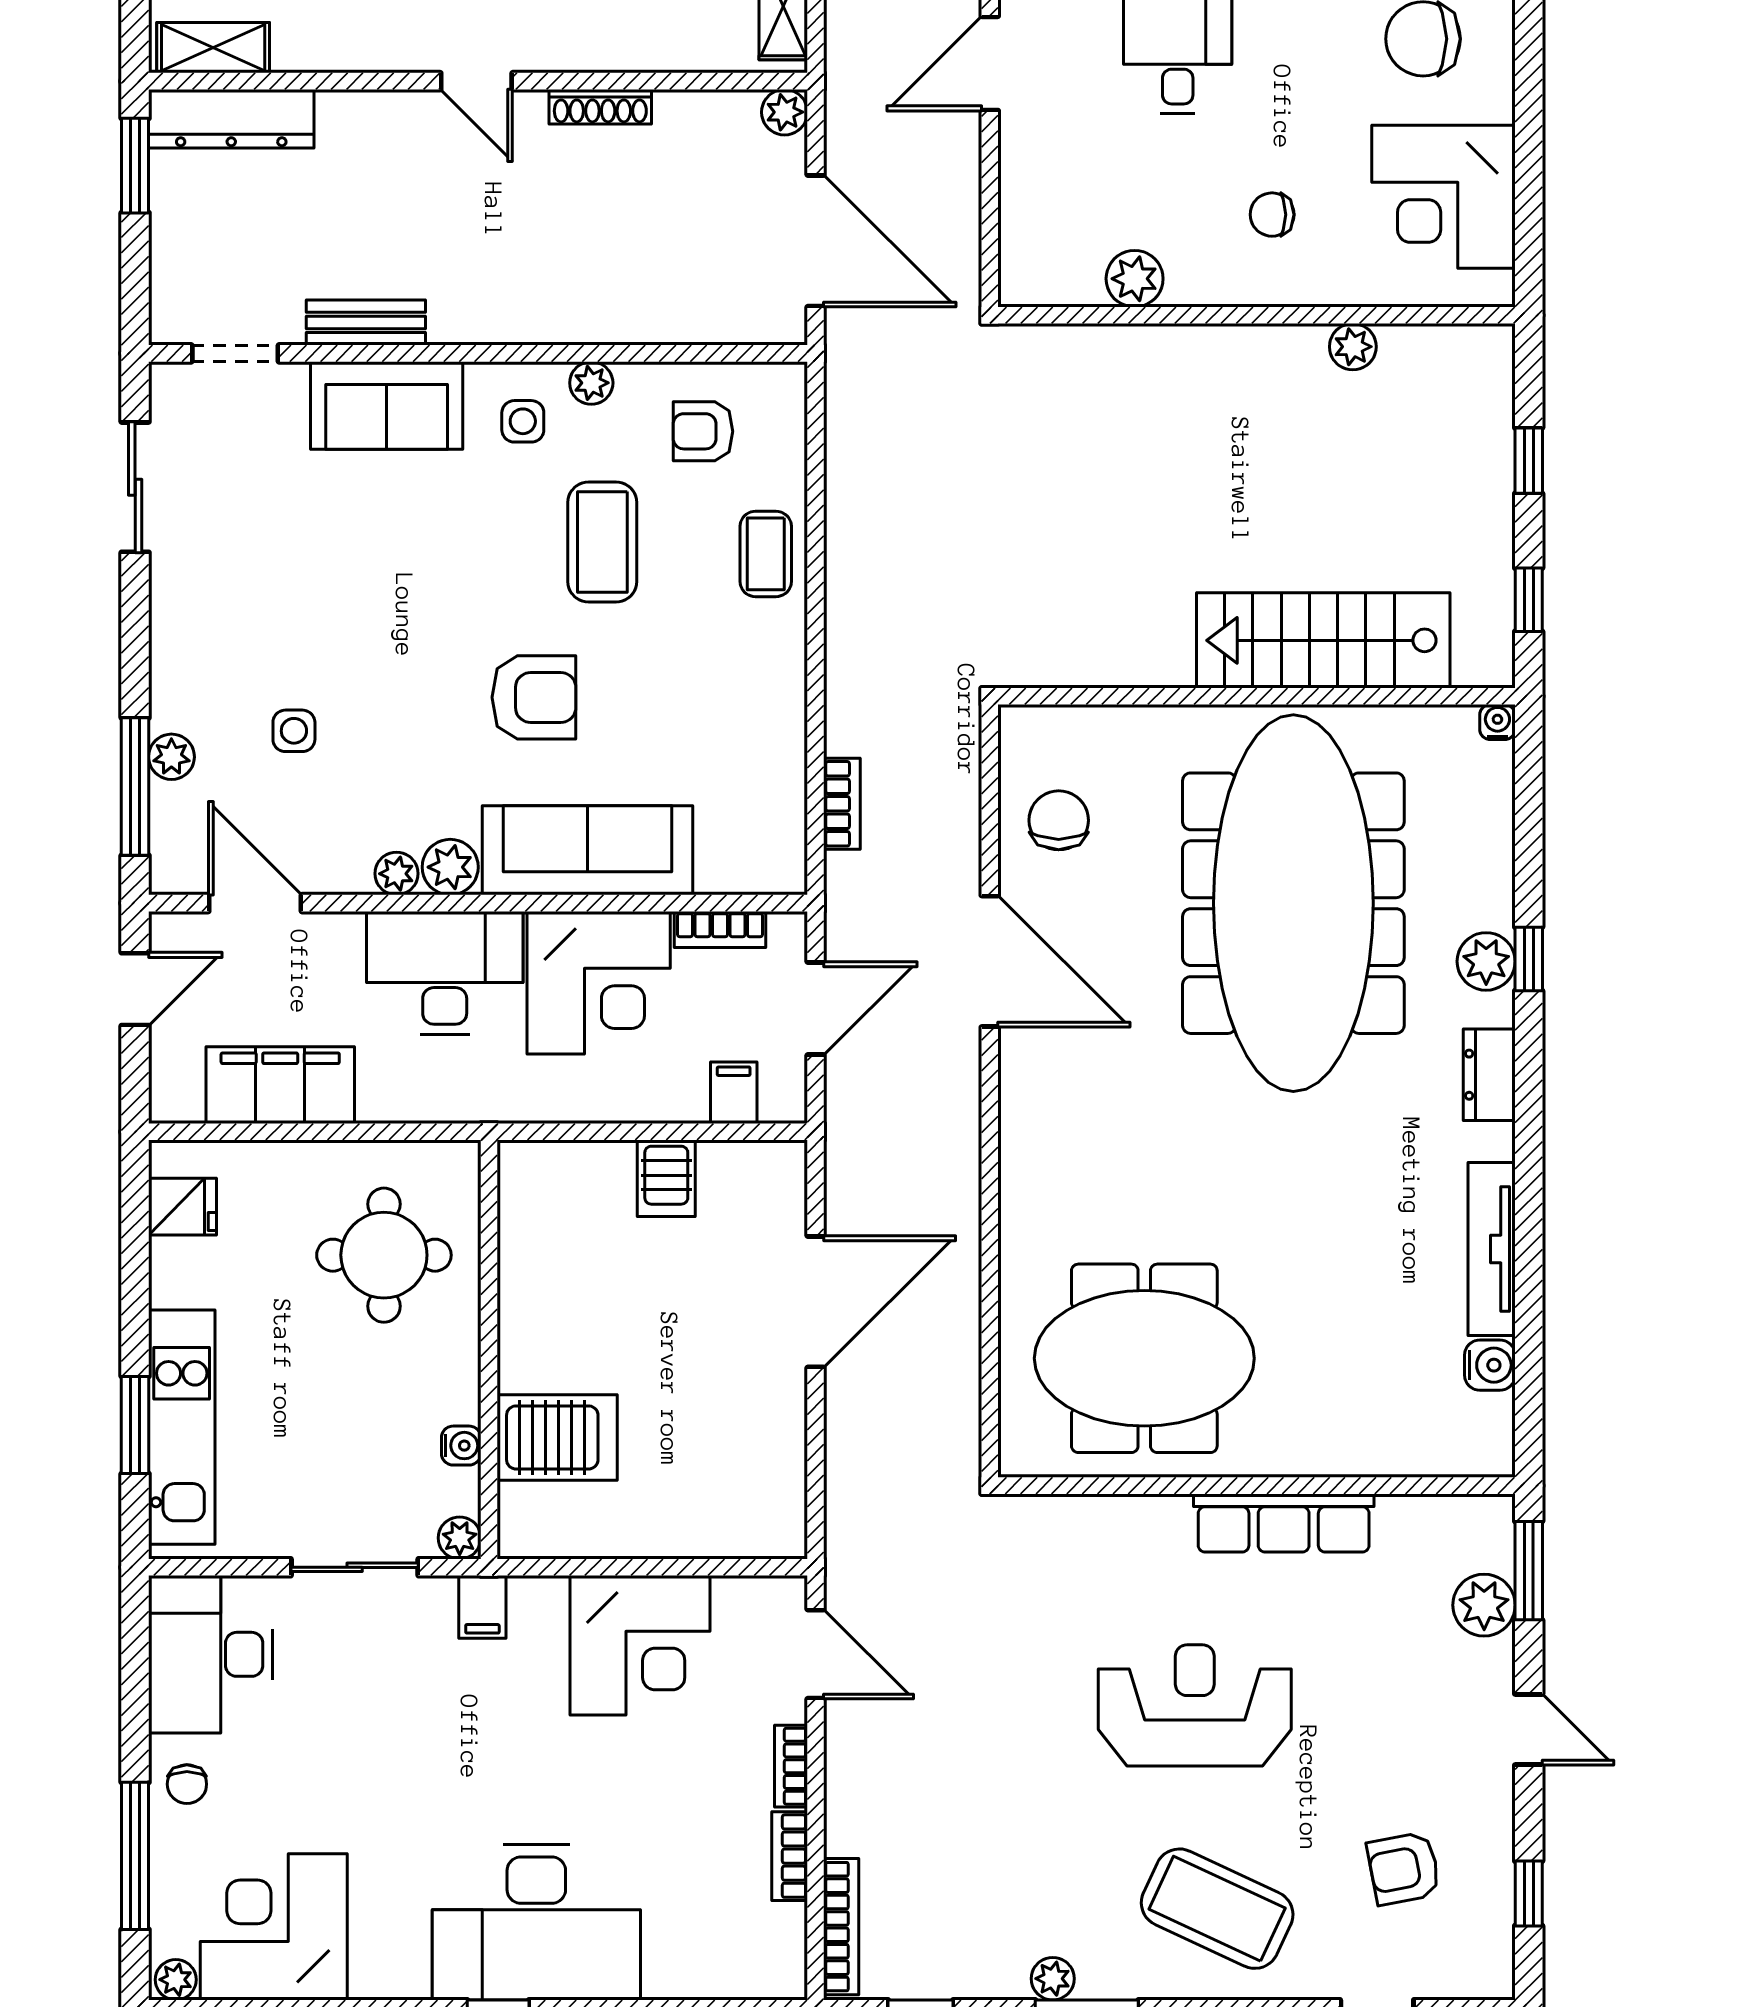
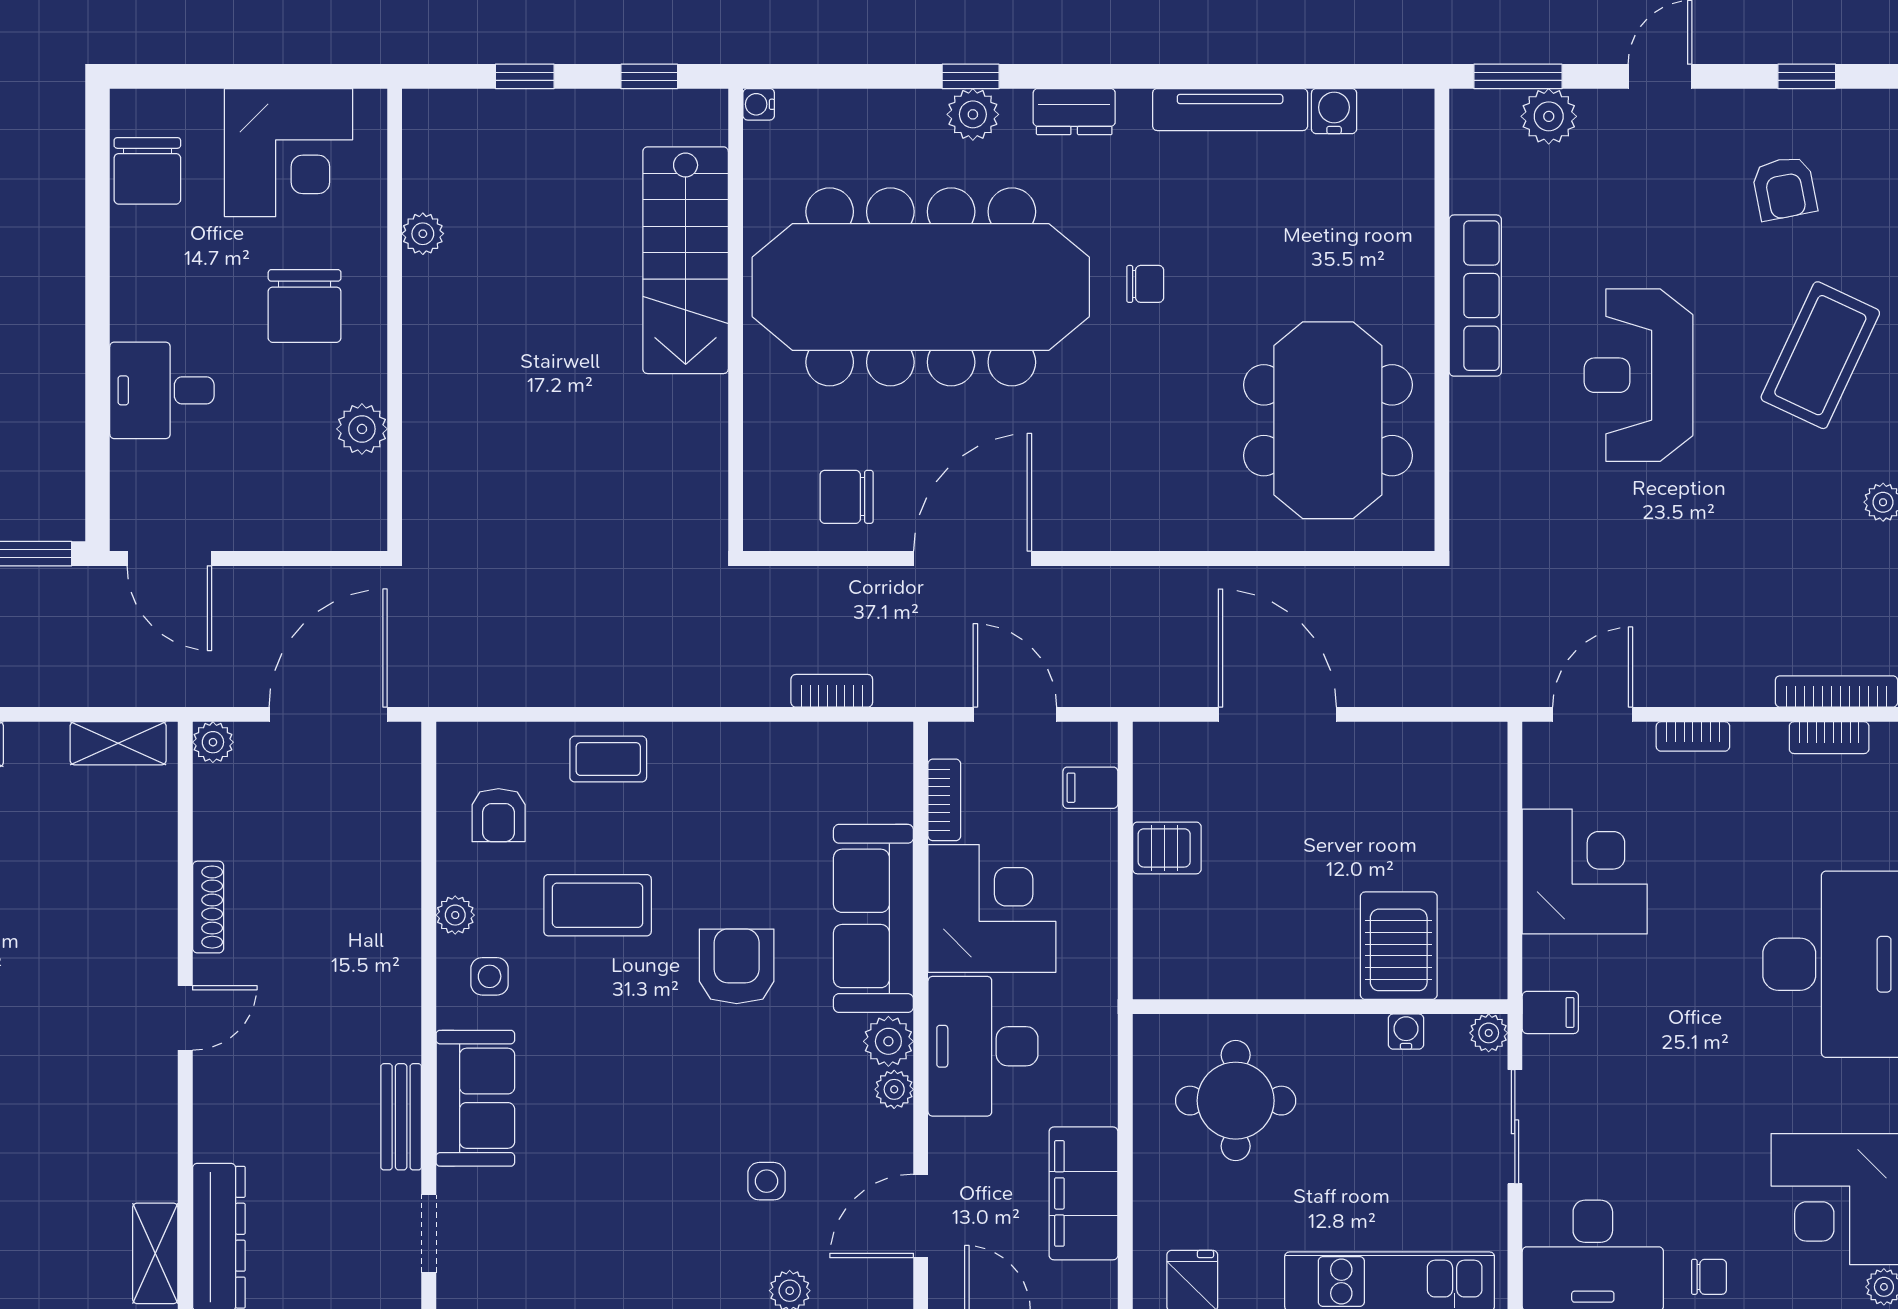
chair: (1272, 215) -> (305, 306), width x1.87, depth x1.87
chair: (1297, 1154) -> (1145, 284), added
bookcase: (790, 1856) -> (1829, 738), moved

